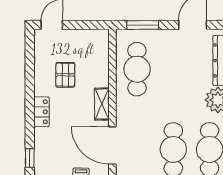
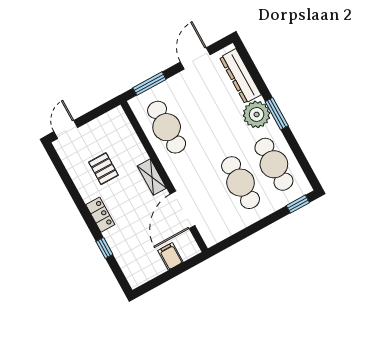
door: (112, 145) -> (182, 210), hinge flipped
window: (30, 158) -> (104, 248), moved

